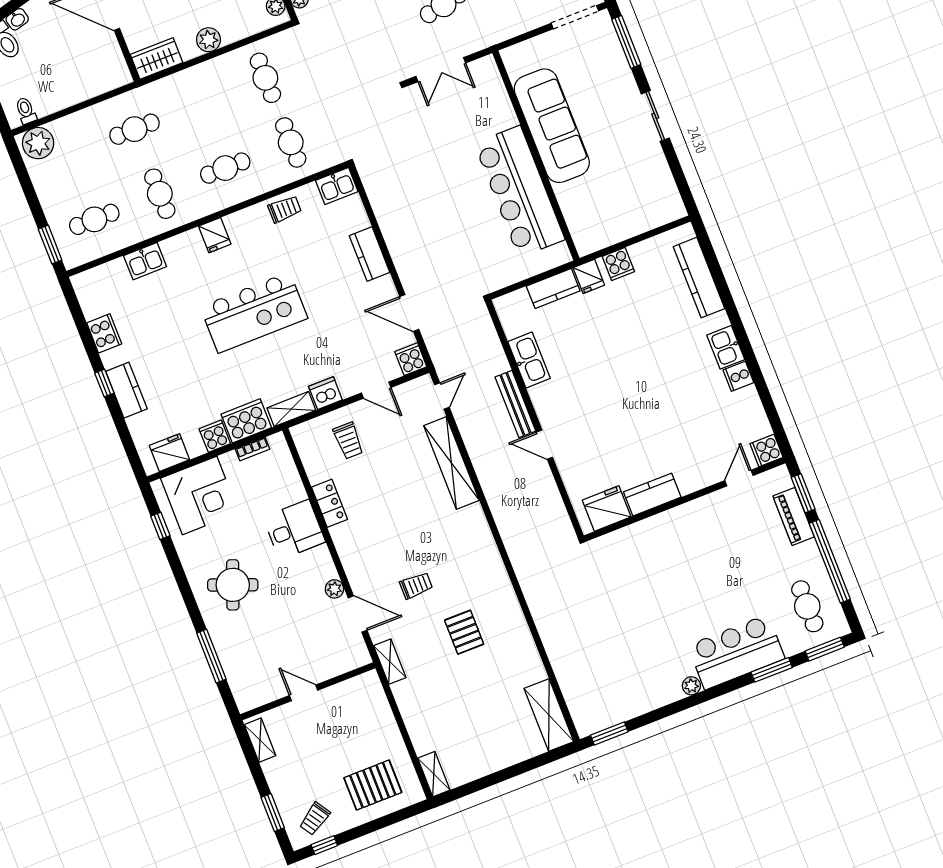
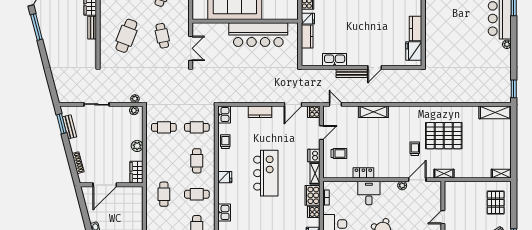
shelving: (451, 463) -> (374, 112), width x0.68
pallet: (464, 632) -> (444, 136), width x2.05, depth x2.00

